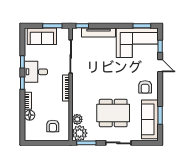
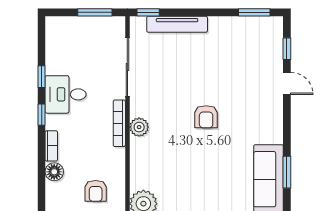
sofa: (42, 36) -> (76, 31), removed
corner sofa: (137, 43) -> (246, 43), removed
armchair: (145, 87) -> (206, 117), moved
dining table: (113, 113) -> (203, 168), removed
plant: (77, 119) -> (139, 127), moved

